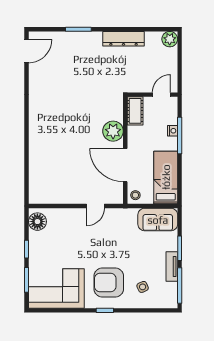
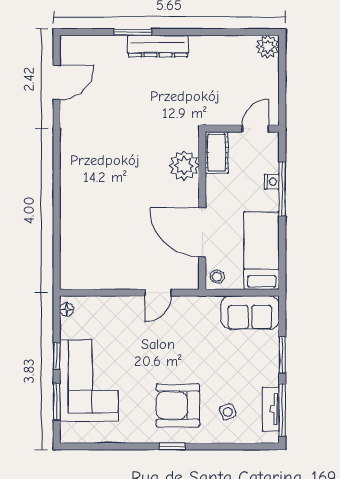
dresser: (124, 39) -> (158, 46), moved
door: (26, 51) -> (57, 82), moved
plant: (113, 131) -> (184, 166), moved
floor lamp: (37, 222) -> (67, 309), width x0.53, depth x0.53
tv unit: (172, 266) -> (271, 409), moved
corner sofa: (56, 289) -> (89, 380), moved, turned 90

